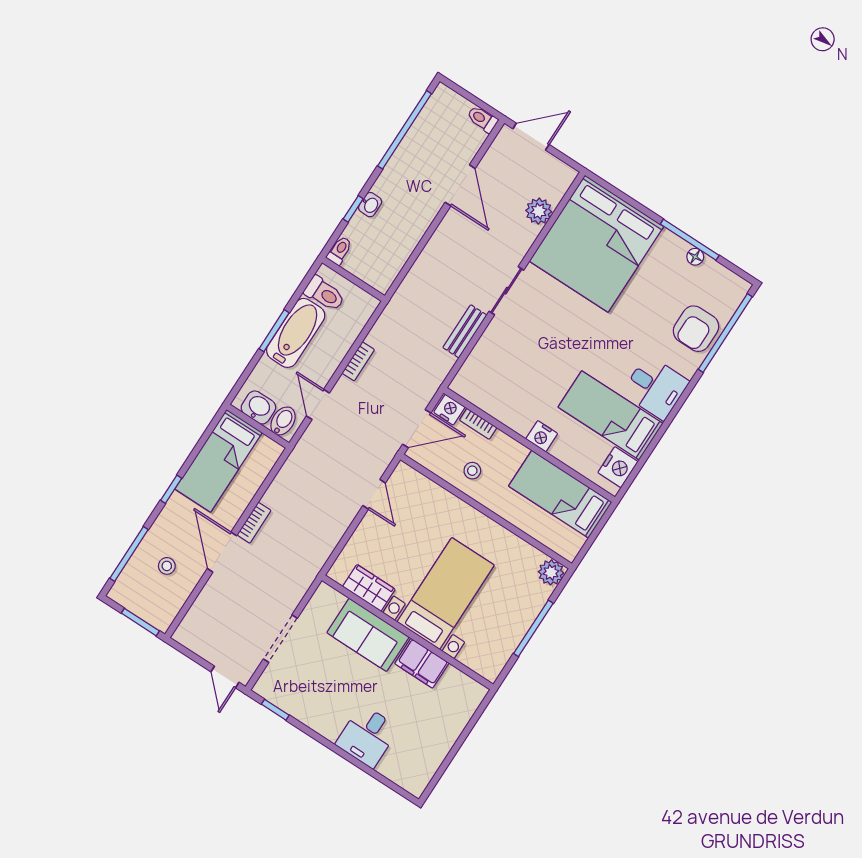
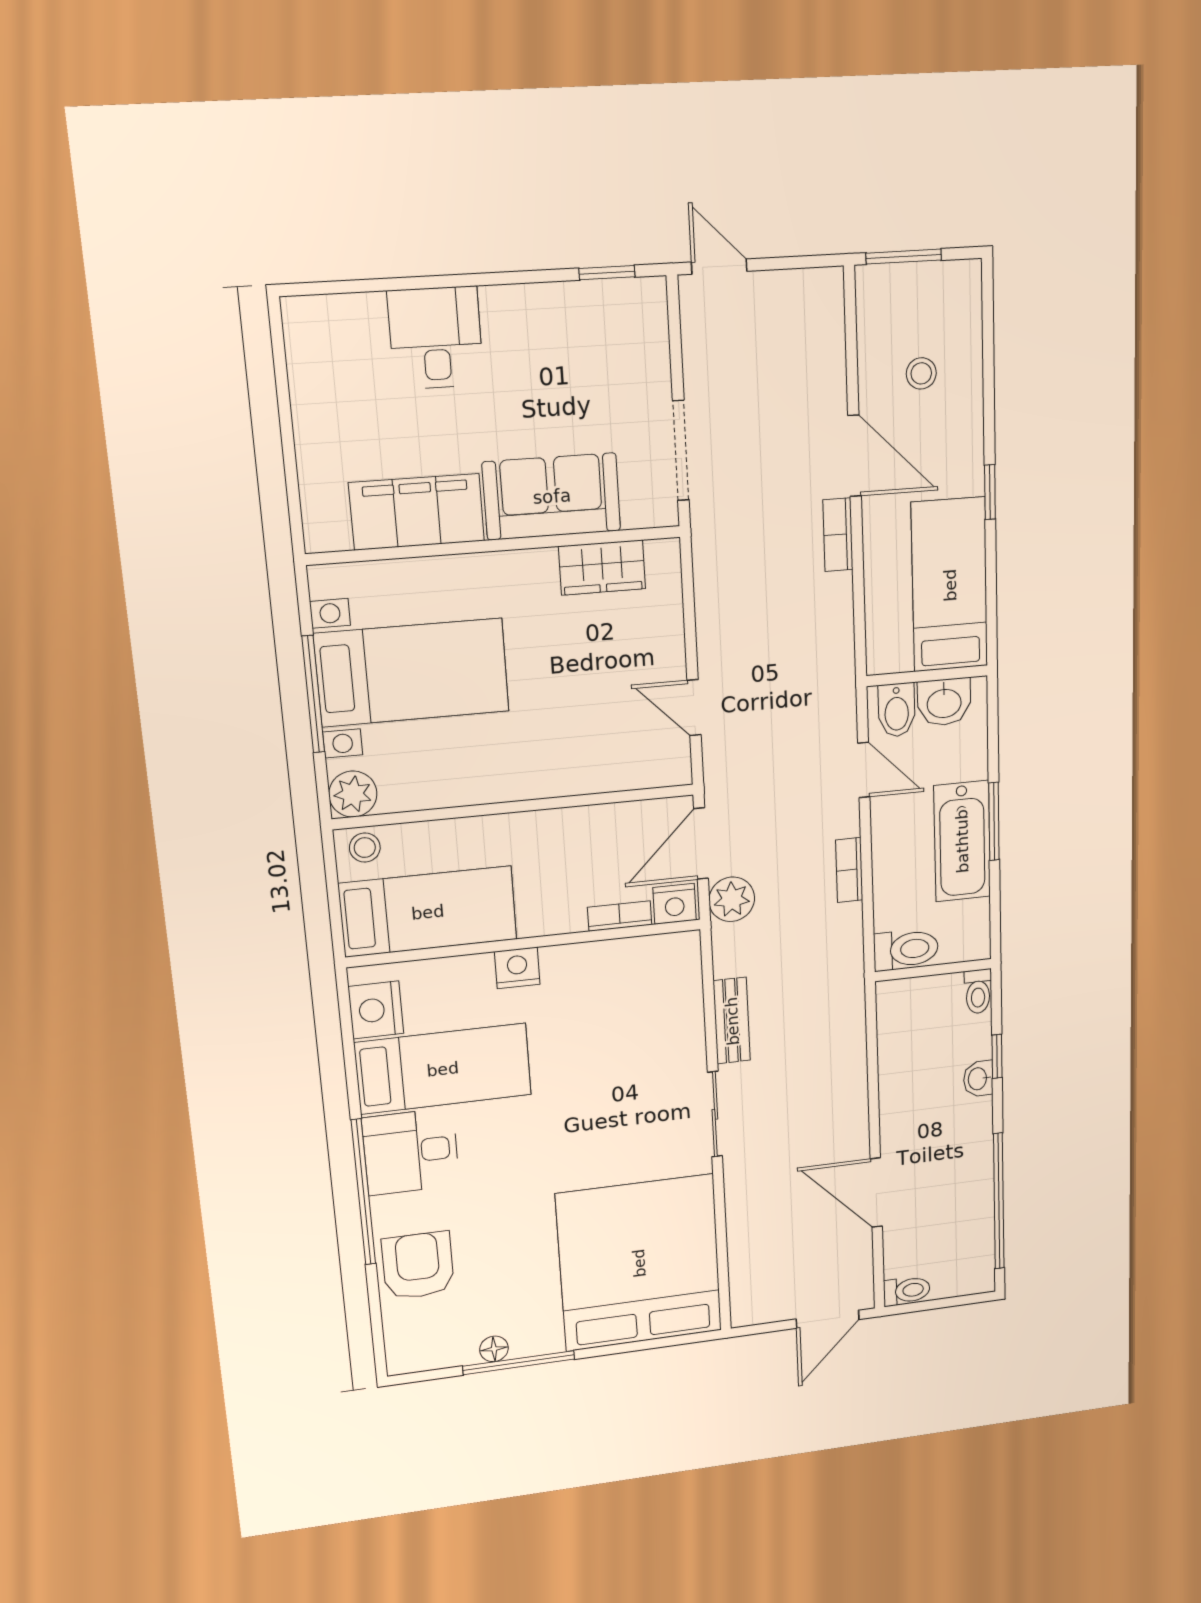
plant: (539, 211) -> (732, 899), moved
toilet: (325, 294) -> (906, 949), moved, turned 180
window: (725, 333) -> (363, 1192), moved
stool: (472, 471) -> (365, 848), moved
window: (129, 554) -> (988, 349), removed
bed with nightstands: (446, 594) -> (412, 673), moved, turned -90
doorway: (280, 639) -> (681, 450), moved
filing cabinet: (422, 663) -> (417, 512), width x1.50, depth x1.17

